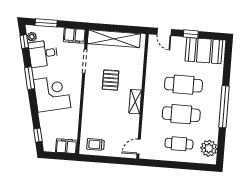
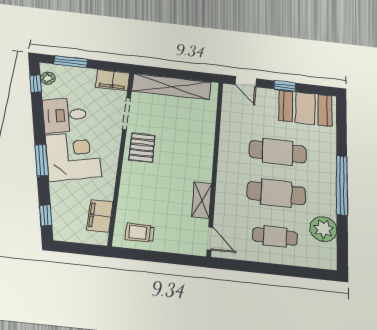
desk: (43, 54) -> (65, 115), moved
window: (30, 78) -> (41, 160), moved
pallet: (111, 80) -> (142, 148), moved
shelving: (135, 102) -> (202, 200), moved
filing cabinet: (66, 146) -> (100, 216), moved, turned -90
door: (139, 147) -> (210, 238), swing flipped
plant: (209, 148) -> (323, 229), moved

